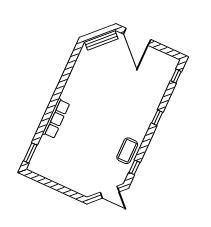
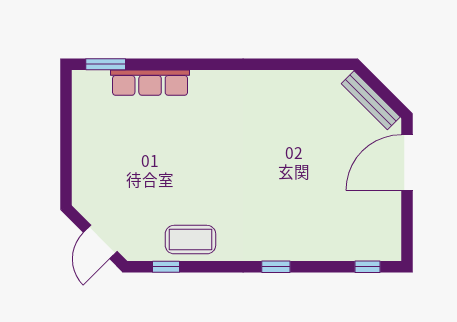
row of seats: (56, 119) -> (150, 83), moved

